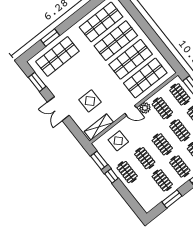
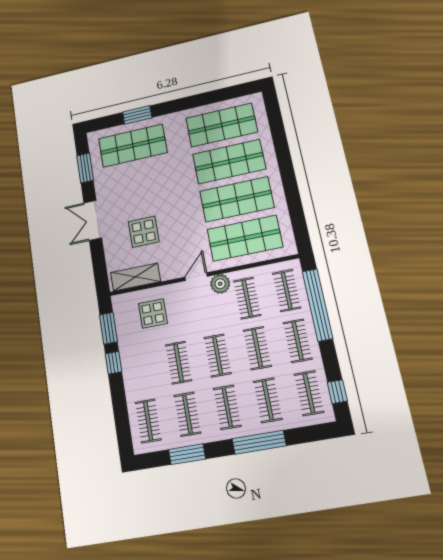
door: (131, 111) -> (196, 277), swing flipped
clothes rail: (127, 172) -> (148, 421), moved

